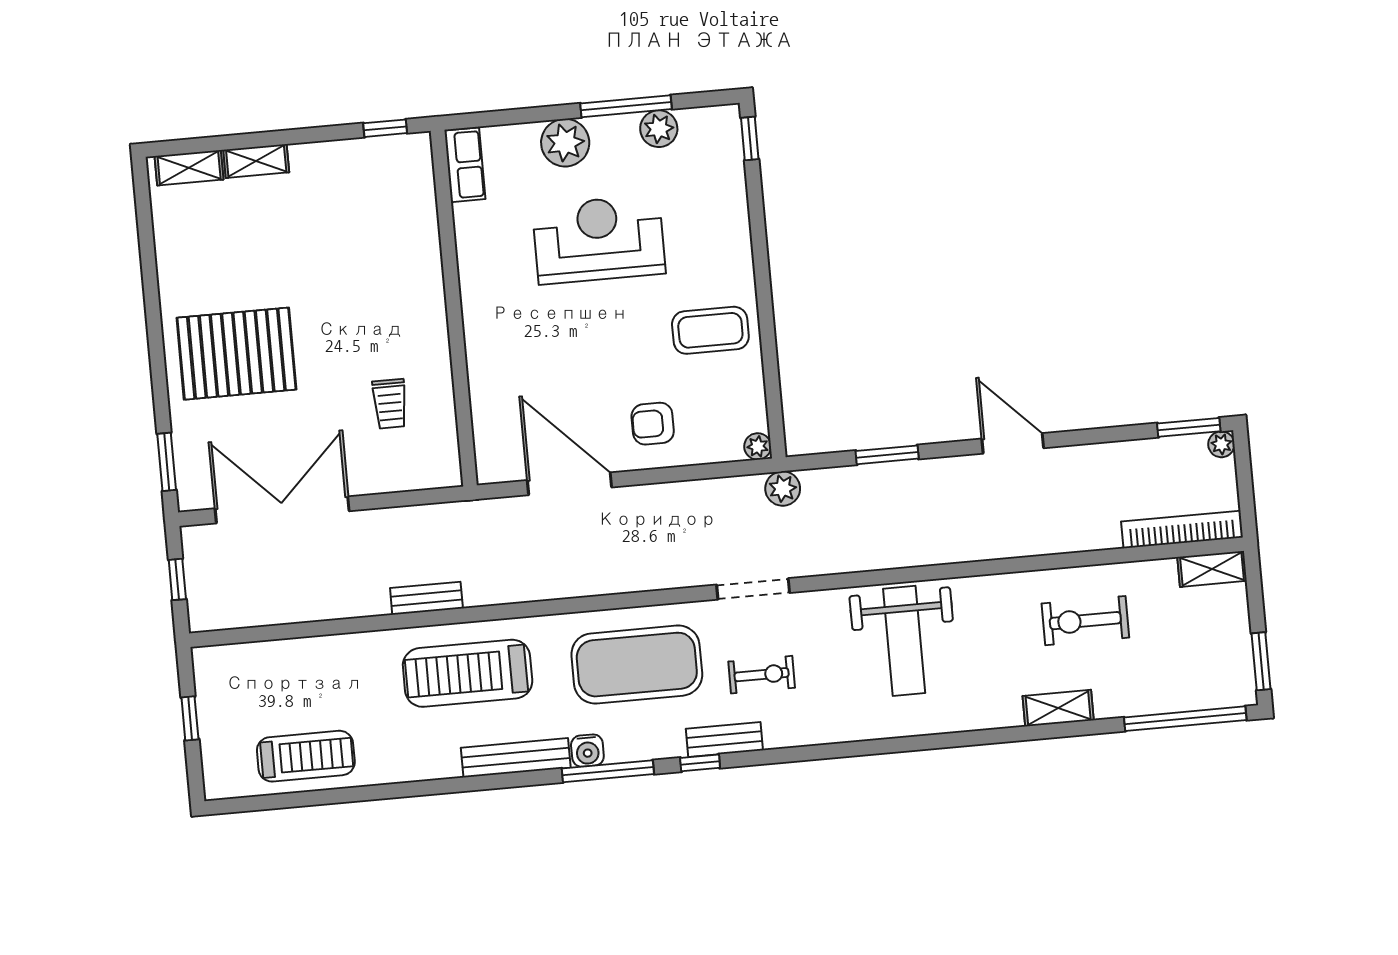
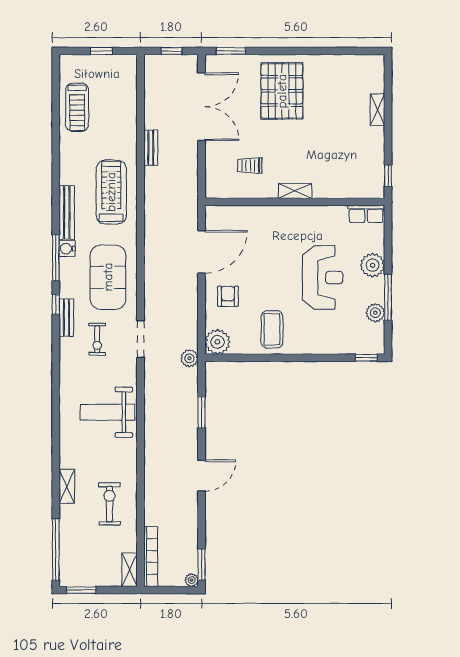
shelving: (189, 168) -> (295, 191), moved, turned 90
plant: (758, 446) -> (217, 342), width x1.88, depth x1.88
bench: (426, 598) -> (151, 148), moved

